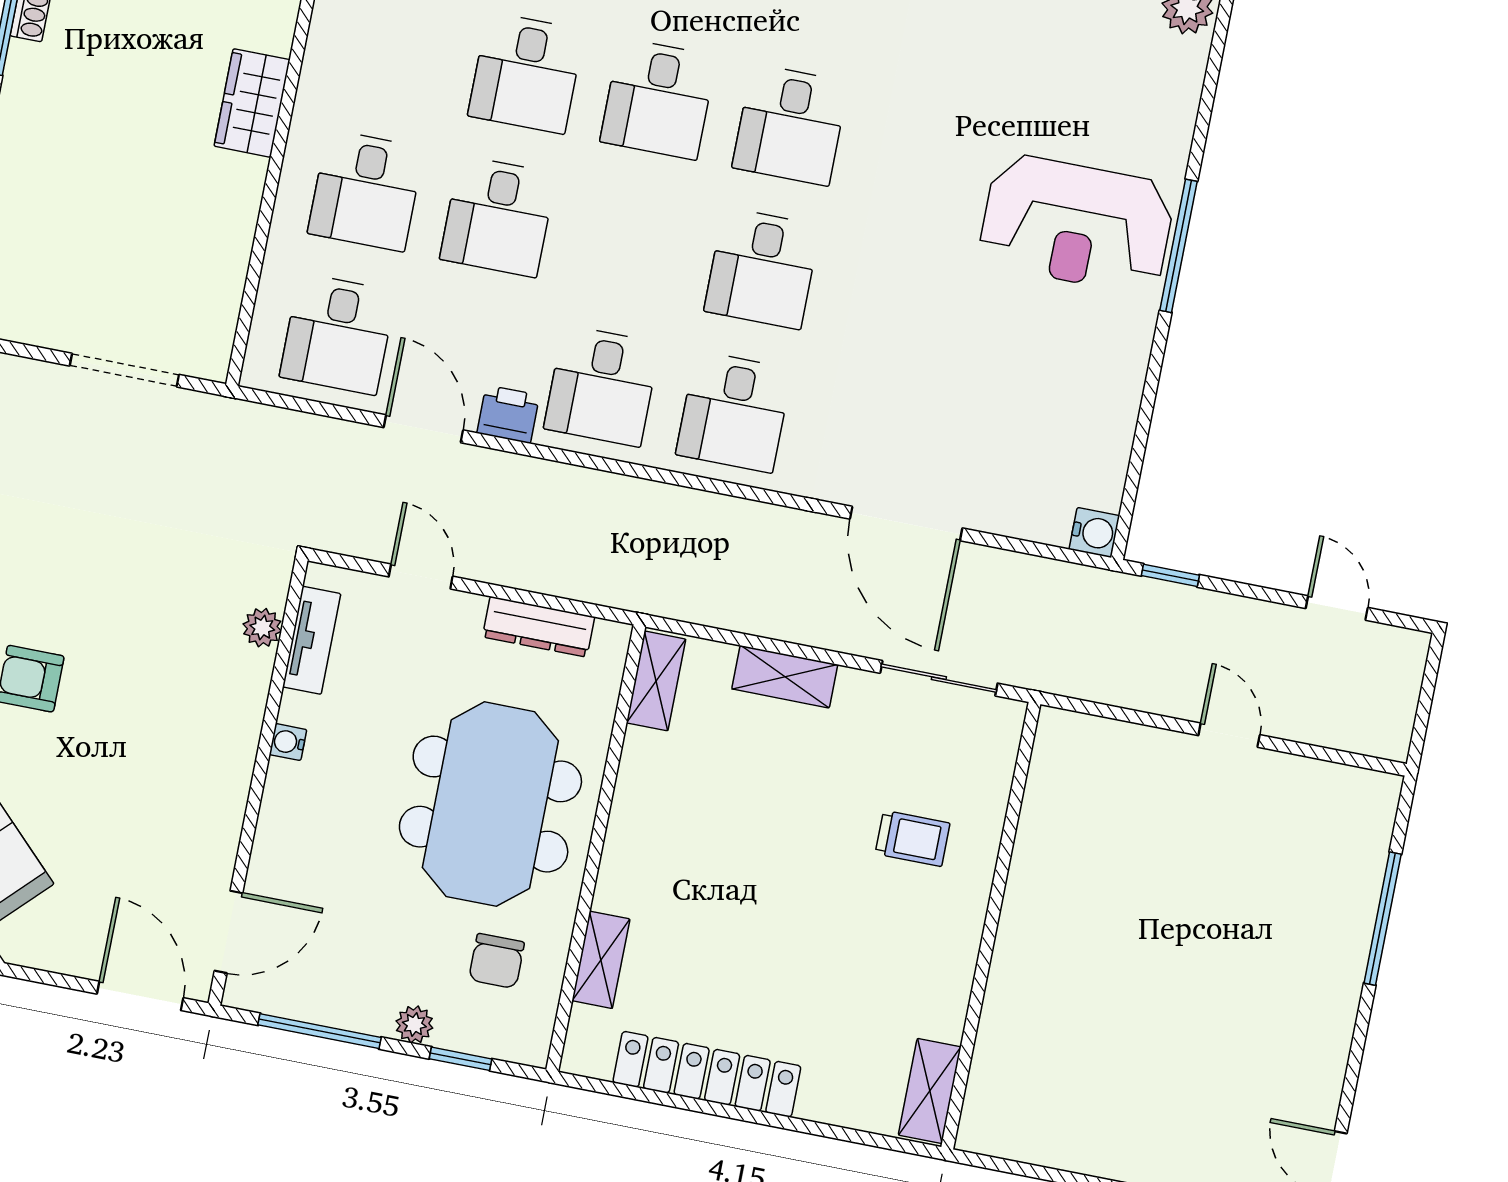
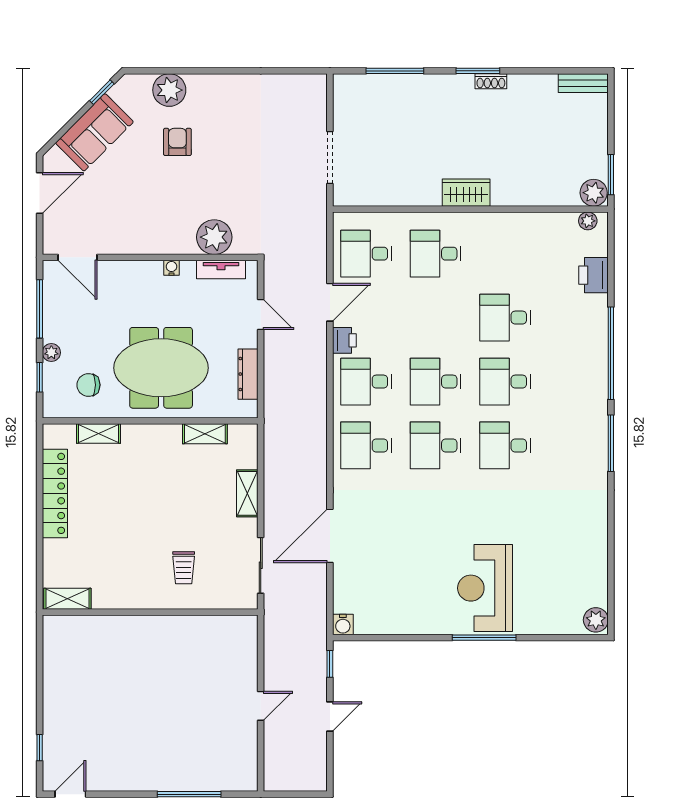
desk: (498, 217) -> (436, 382), moved
door: (421, 577) -> (261, 314), hinge flipped
door: (1337, 608) -> (330, 716), moved
plant: (262, 628) -> (214, 237), width x1.87, depth x1.87
shelving: (656, 681) -> (205, 434), moved
door: (140, 996) -> (40, 193), moved

